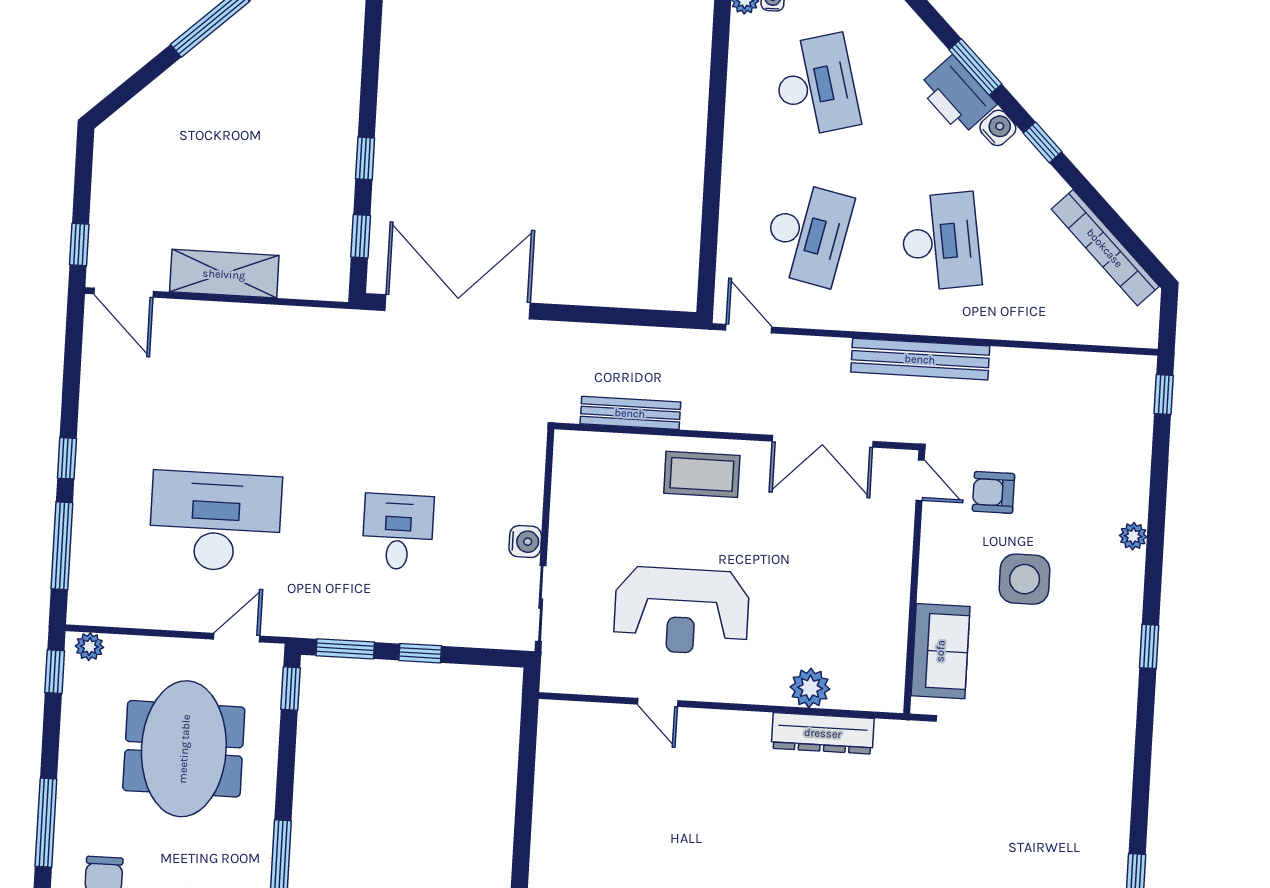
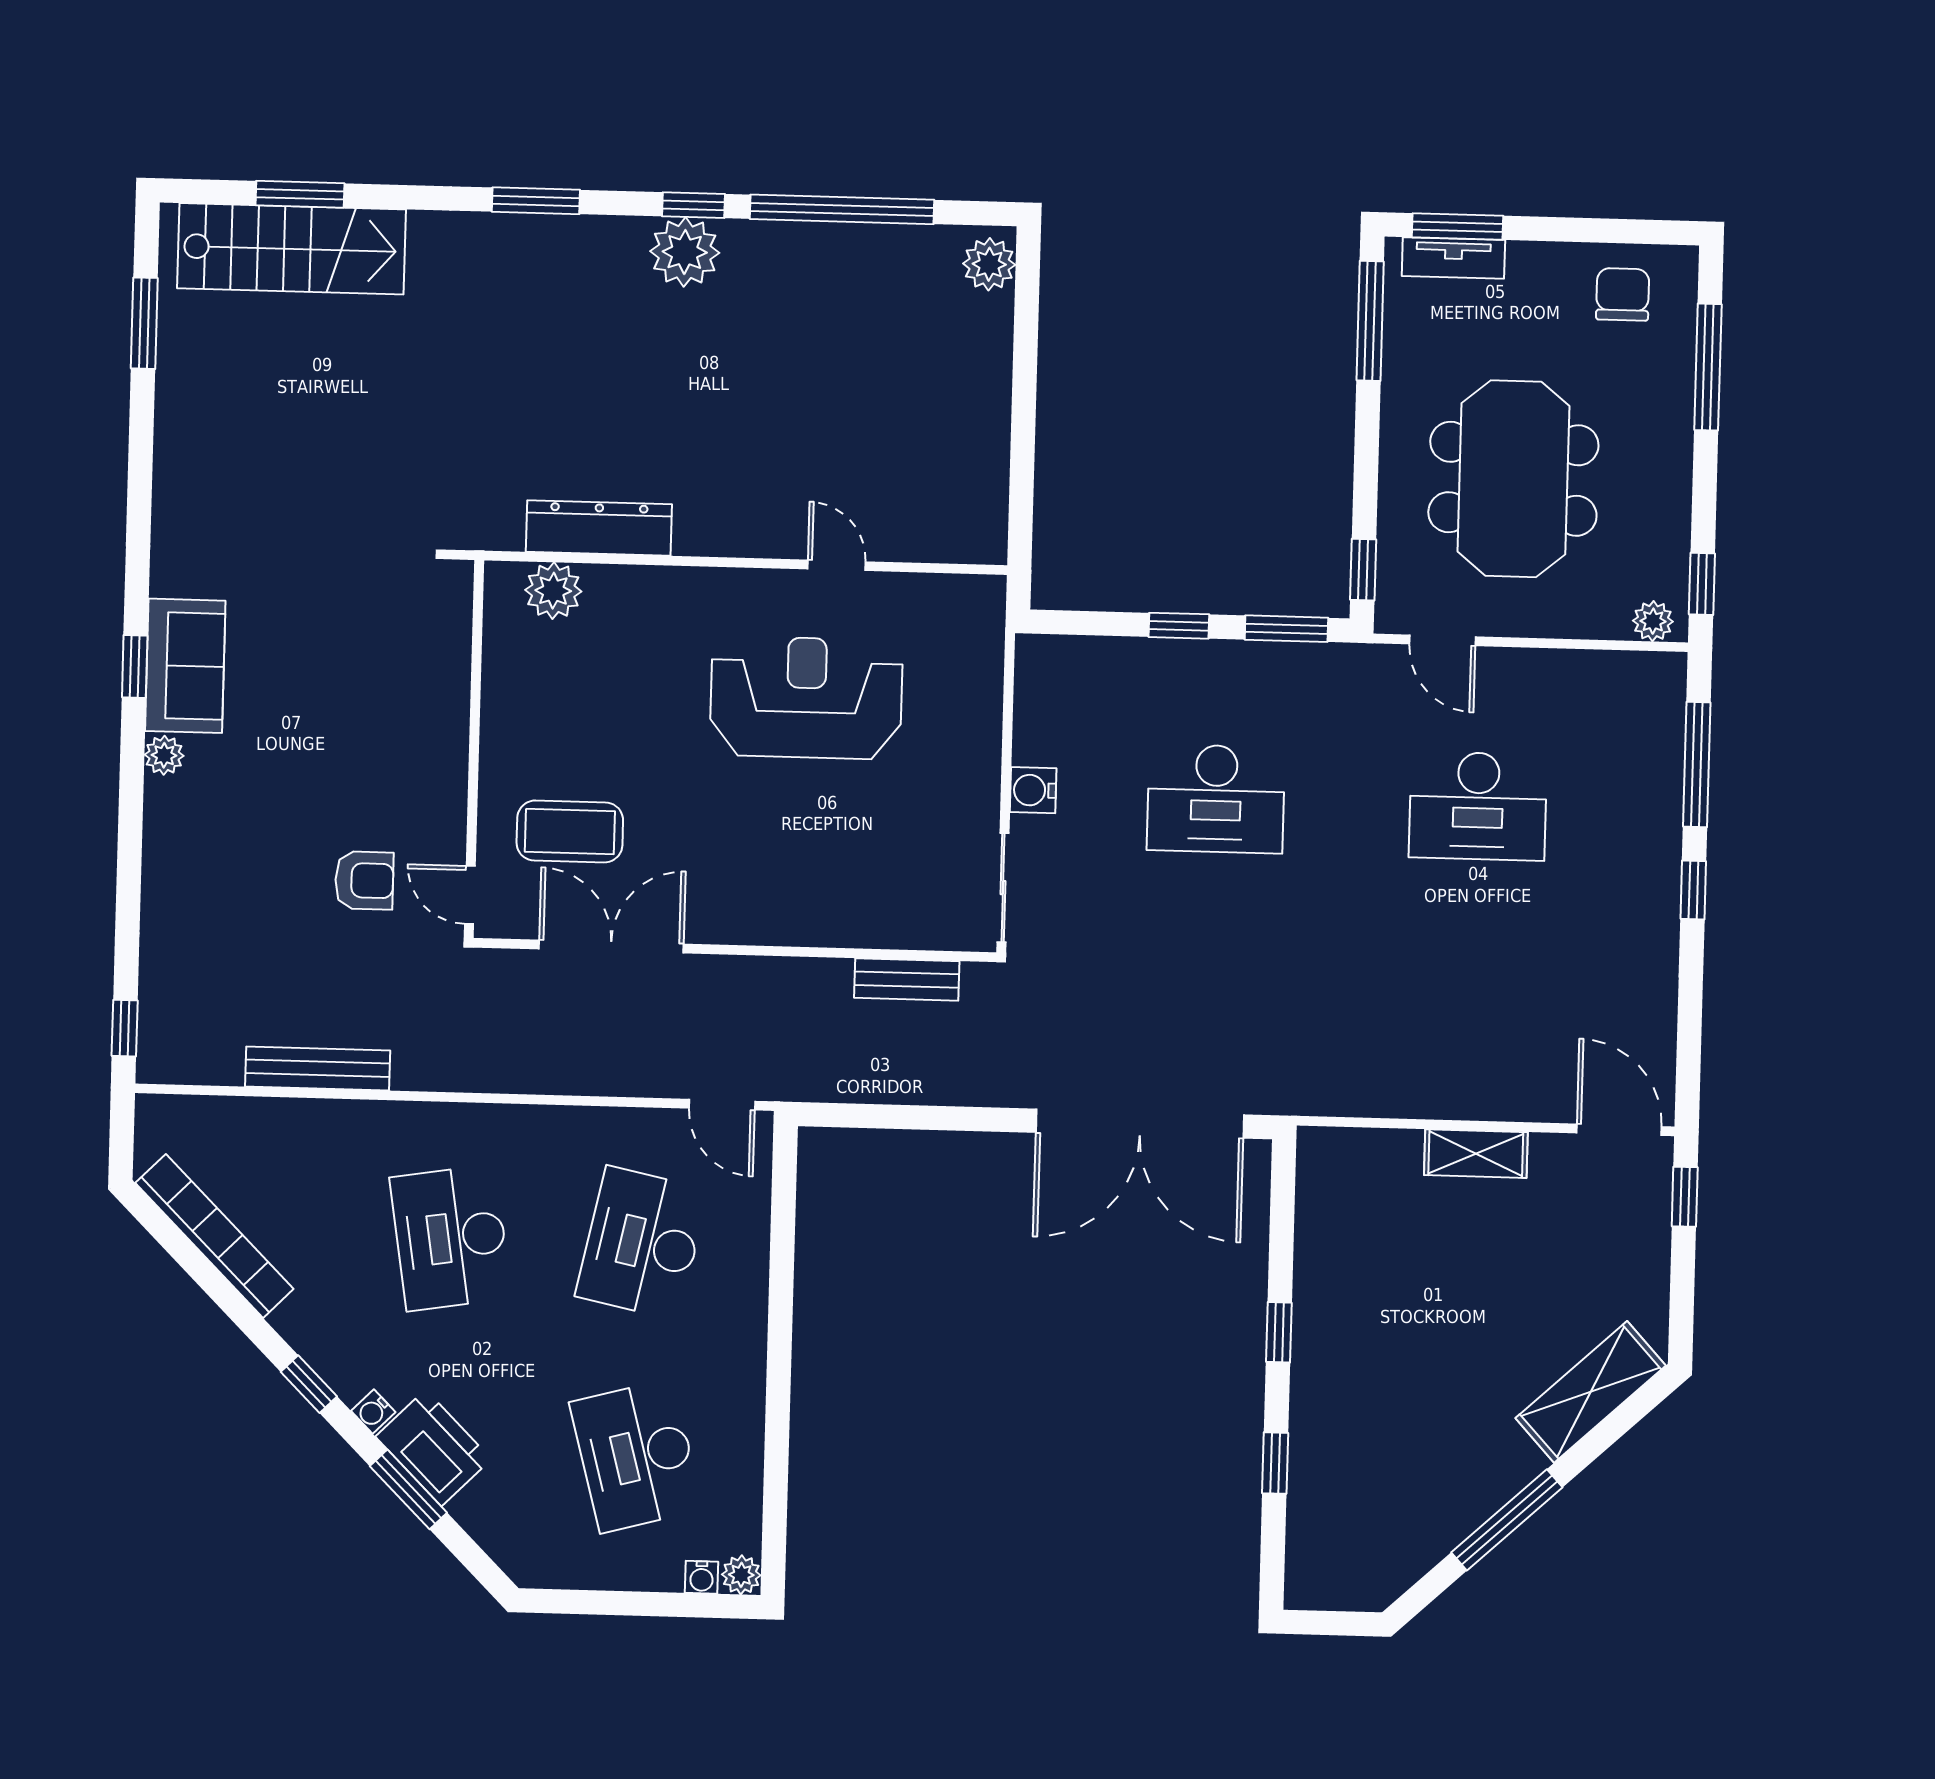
shelving: (149, 110) -> (1591, 1392), added
water cooler: (998, 128) -> (373, 1411), width x0.72, depth x0.72
window: (361, 236) -> (1275, 1463), moved
shelving: (224, 274) -> (1476, 1154), width x0.67, depth x0.75
bench: (920, 359) -> (318, 1068), moved, width x0.73, depth x0.82
bench: (630, 413) -> (907, 980), width x0.73
coffee table: (702, 474) -> (570, 831), moved
desk: (215, 521) -> (1478, 806), width x0.73, depth x0.77
desk: (398, 532) -> (1216, 799), width x1.37
plant: (1133, 536) -> (164, 755), moved
side table: (1025, 579) -> (316, 758), removed
sliding door: (541, 604) -> (1003, 888), moved
door: (237, 638) -> (1442, 640), hinge flipped
sofa: (940, 651) -> (185, 666), moved, turned 180
plant: (810, 688) -> (553, 591), moved

